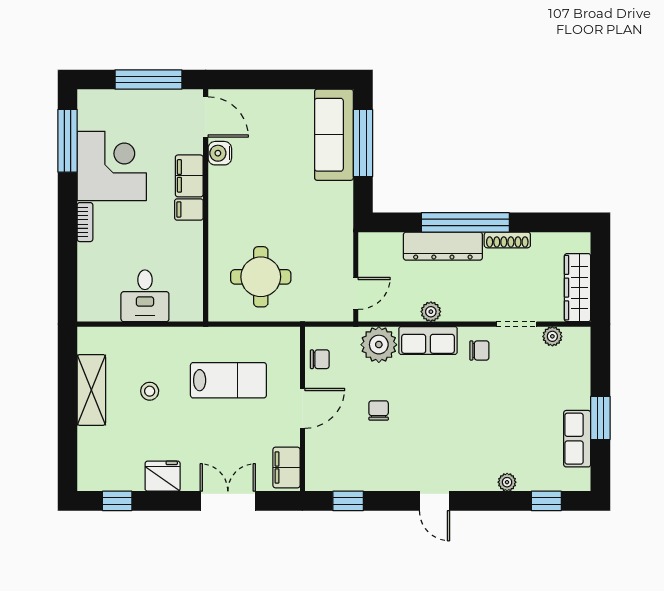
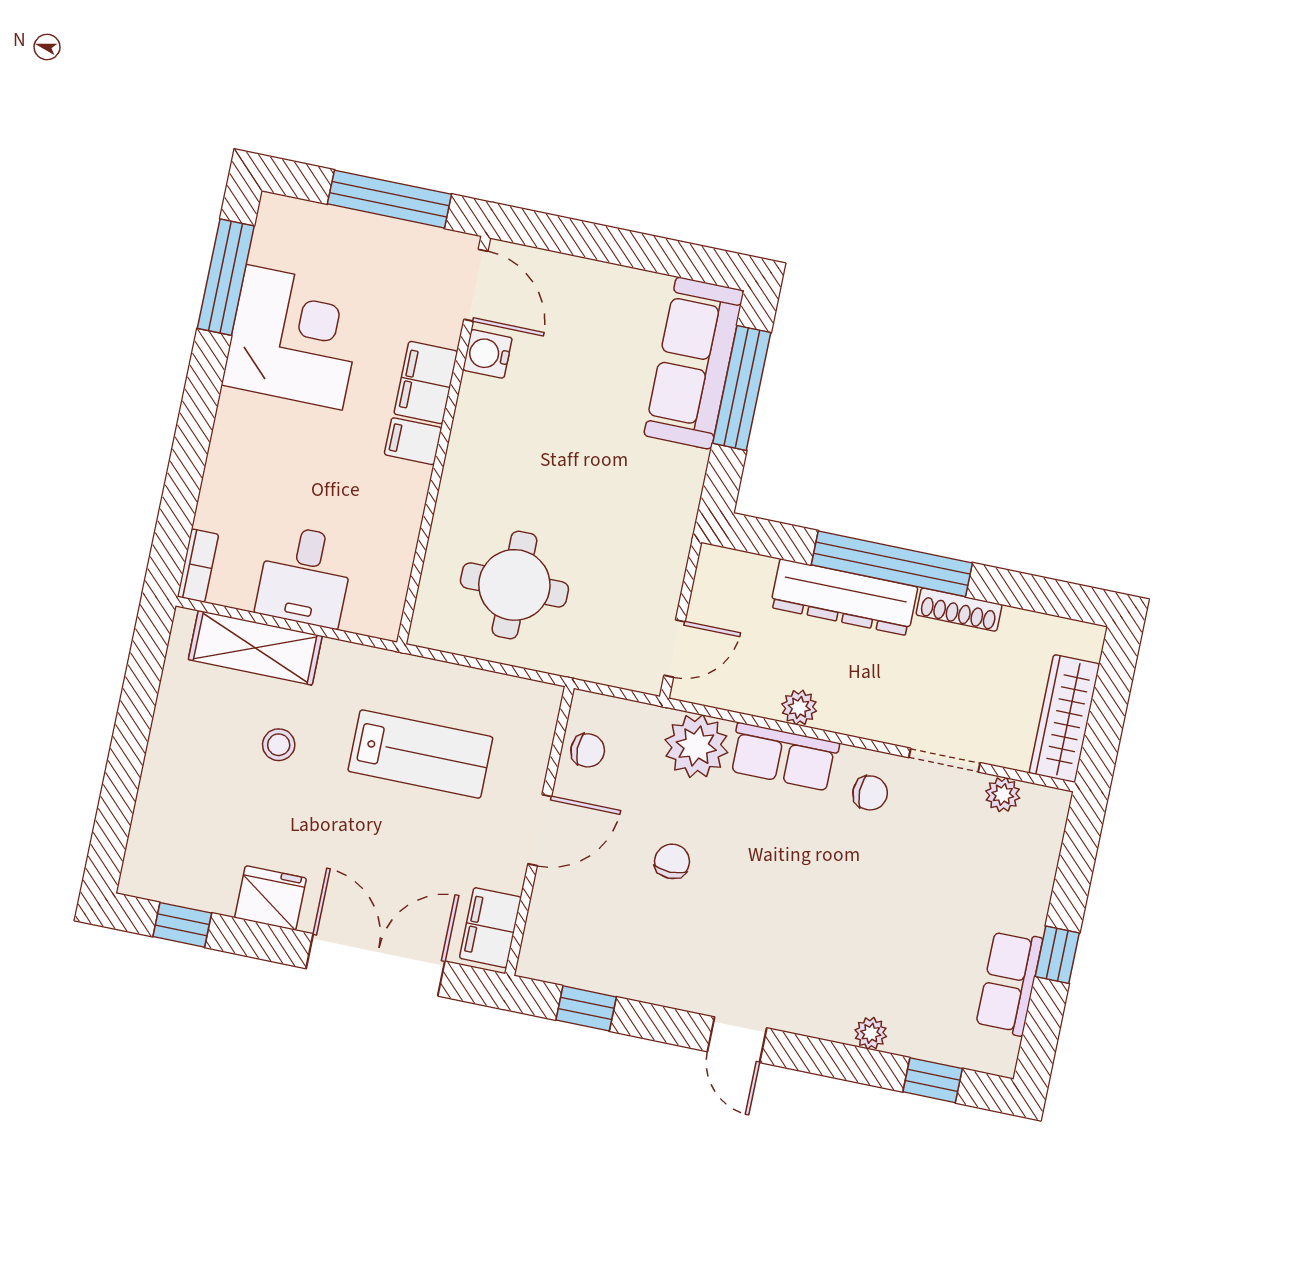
bookcase: (85, 222) -> (198, 566), moved
shelving: (91, 390) -> (255, 648), moved, turned 90
window: (600, 418) -> (1057, 955), width x0.67
double door: (228, 501) -> (376, 965), width x1.37

